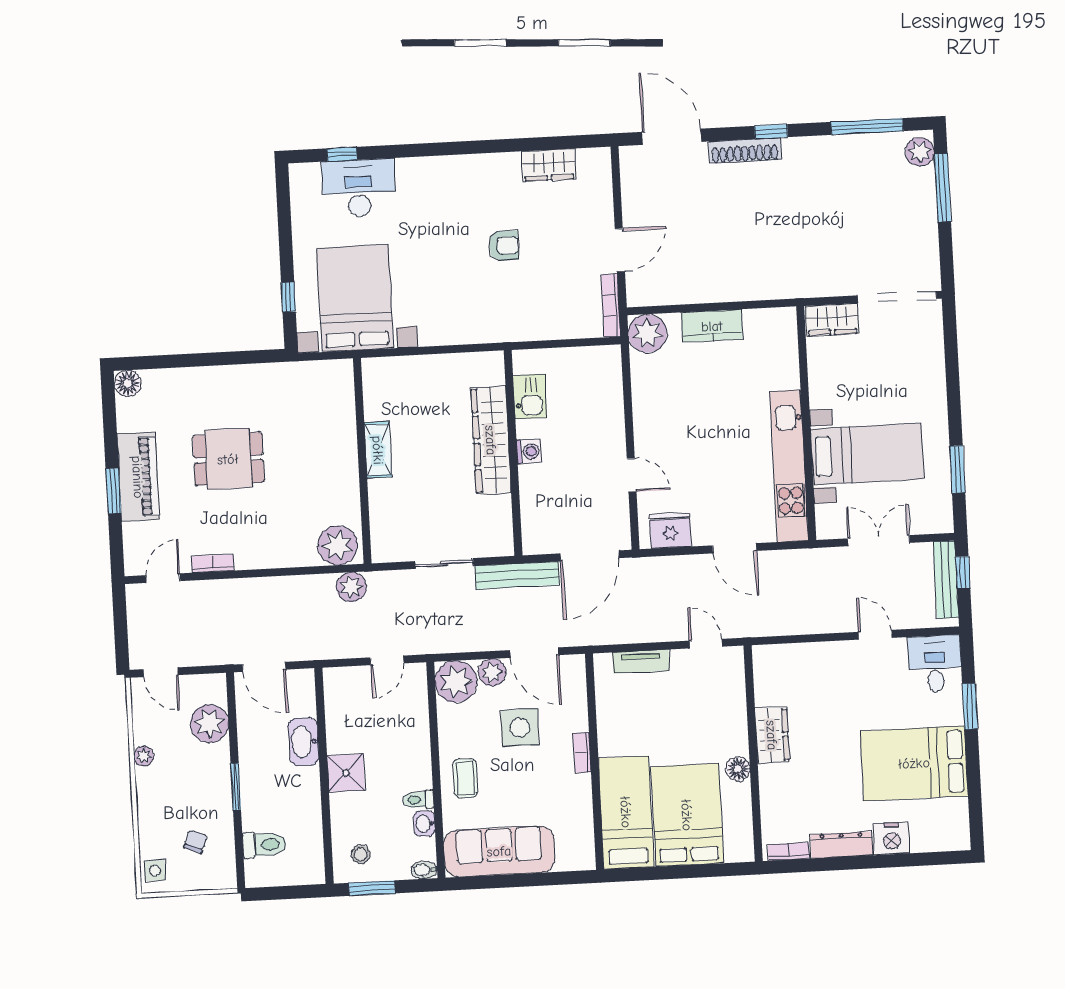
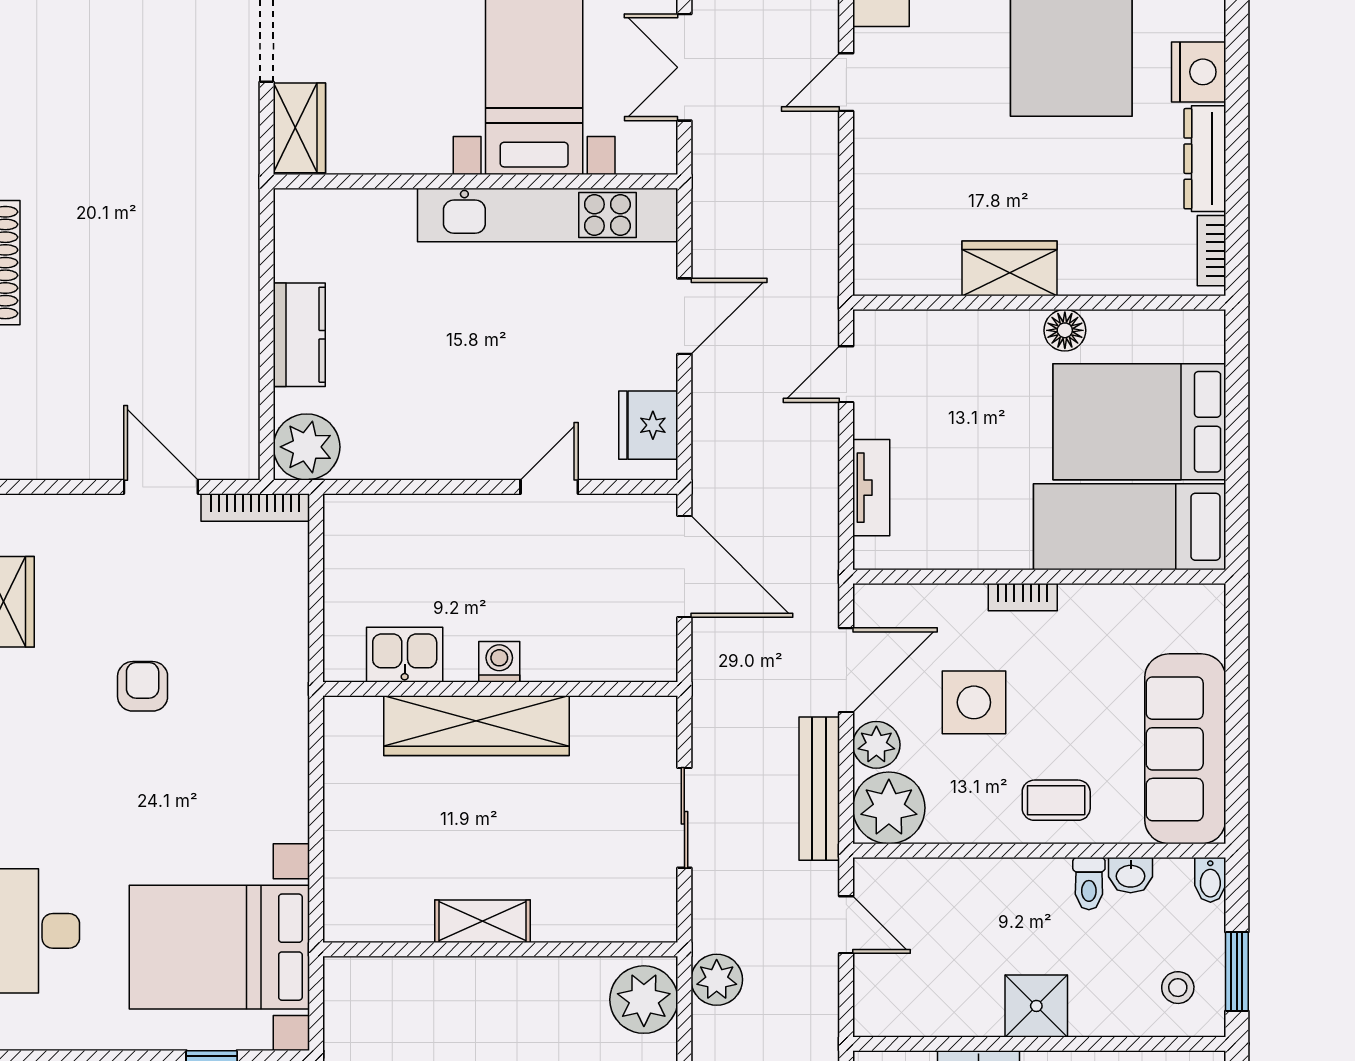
bench: (517, 575) -> (819, 789), moved

